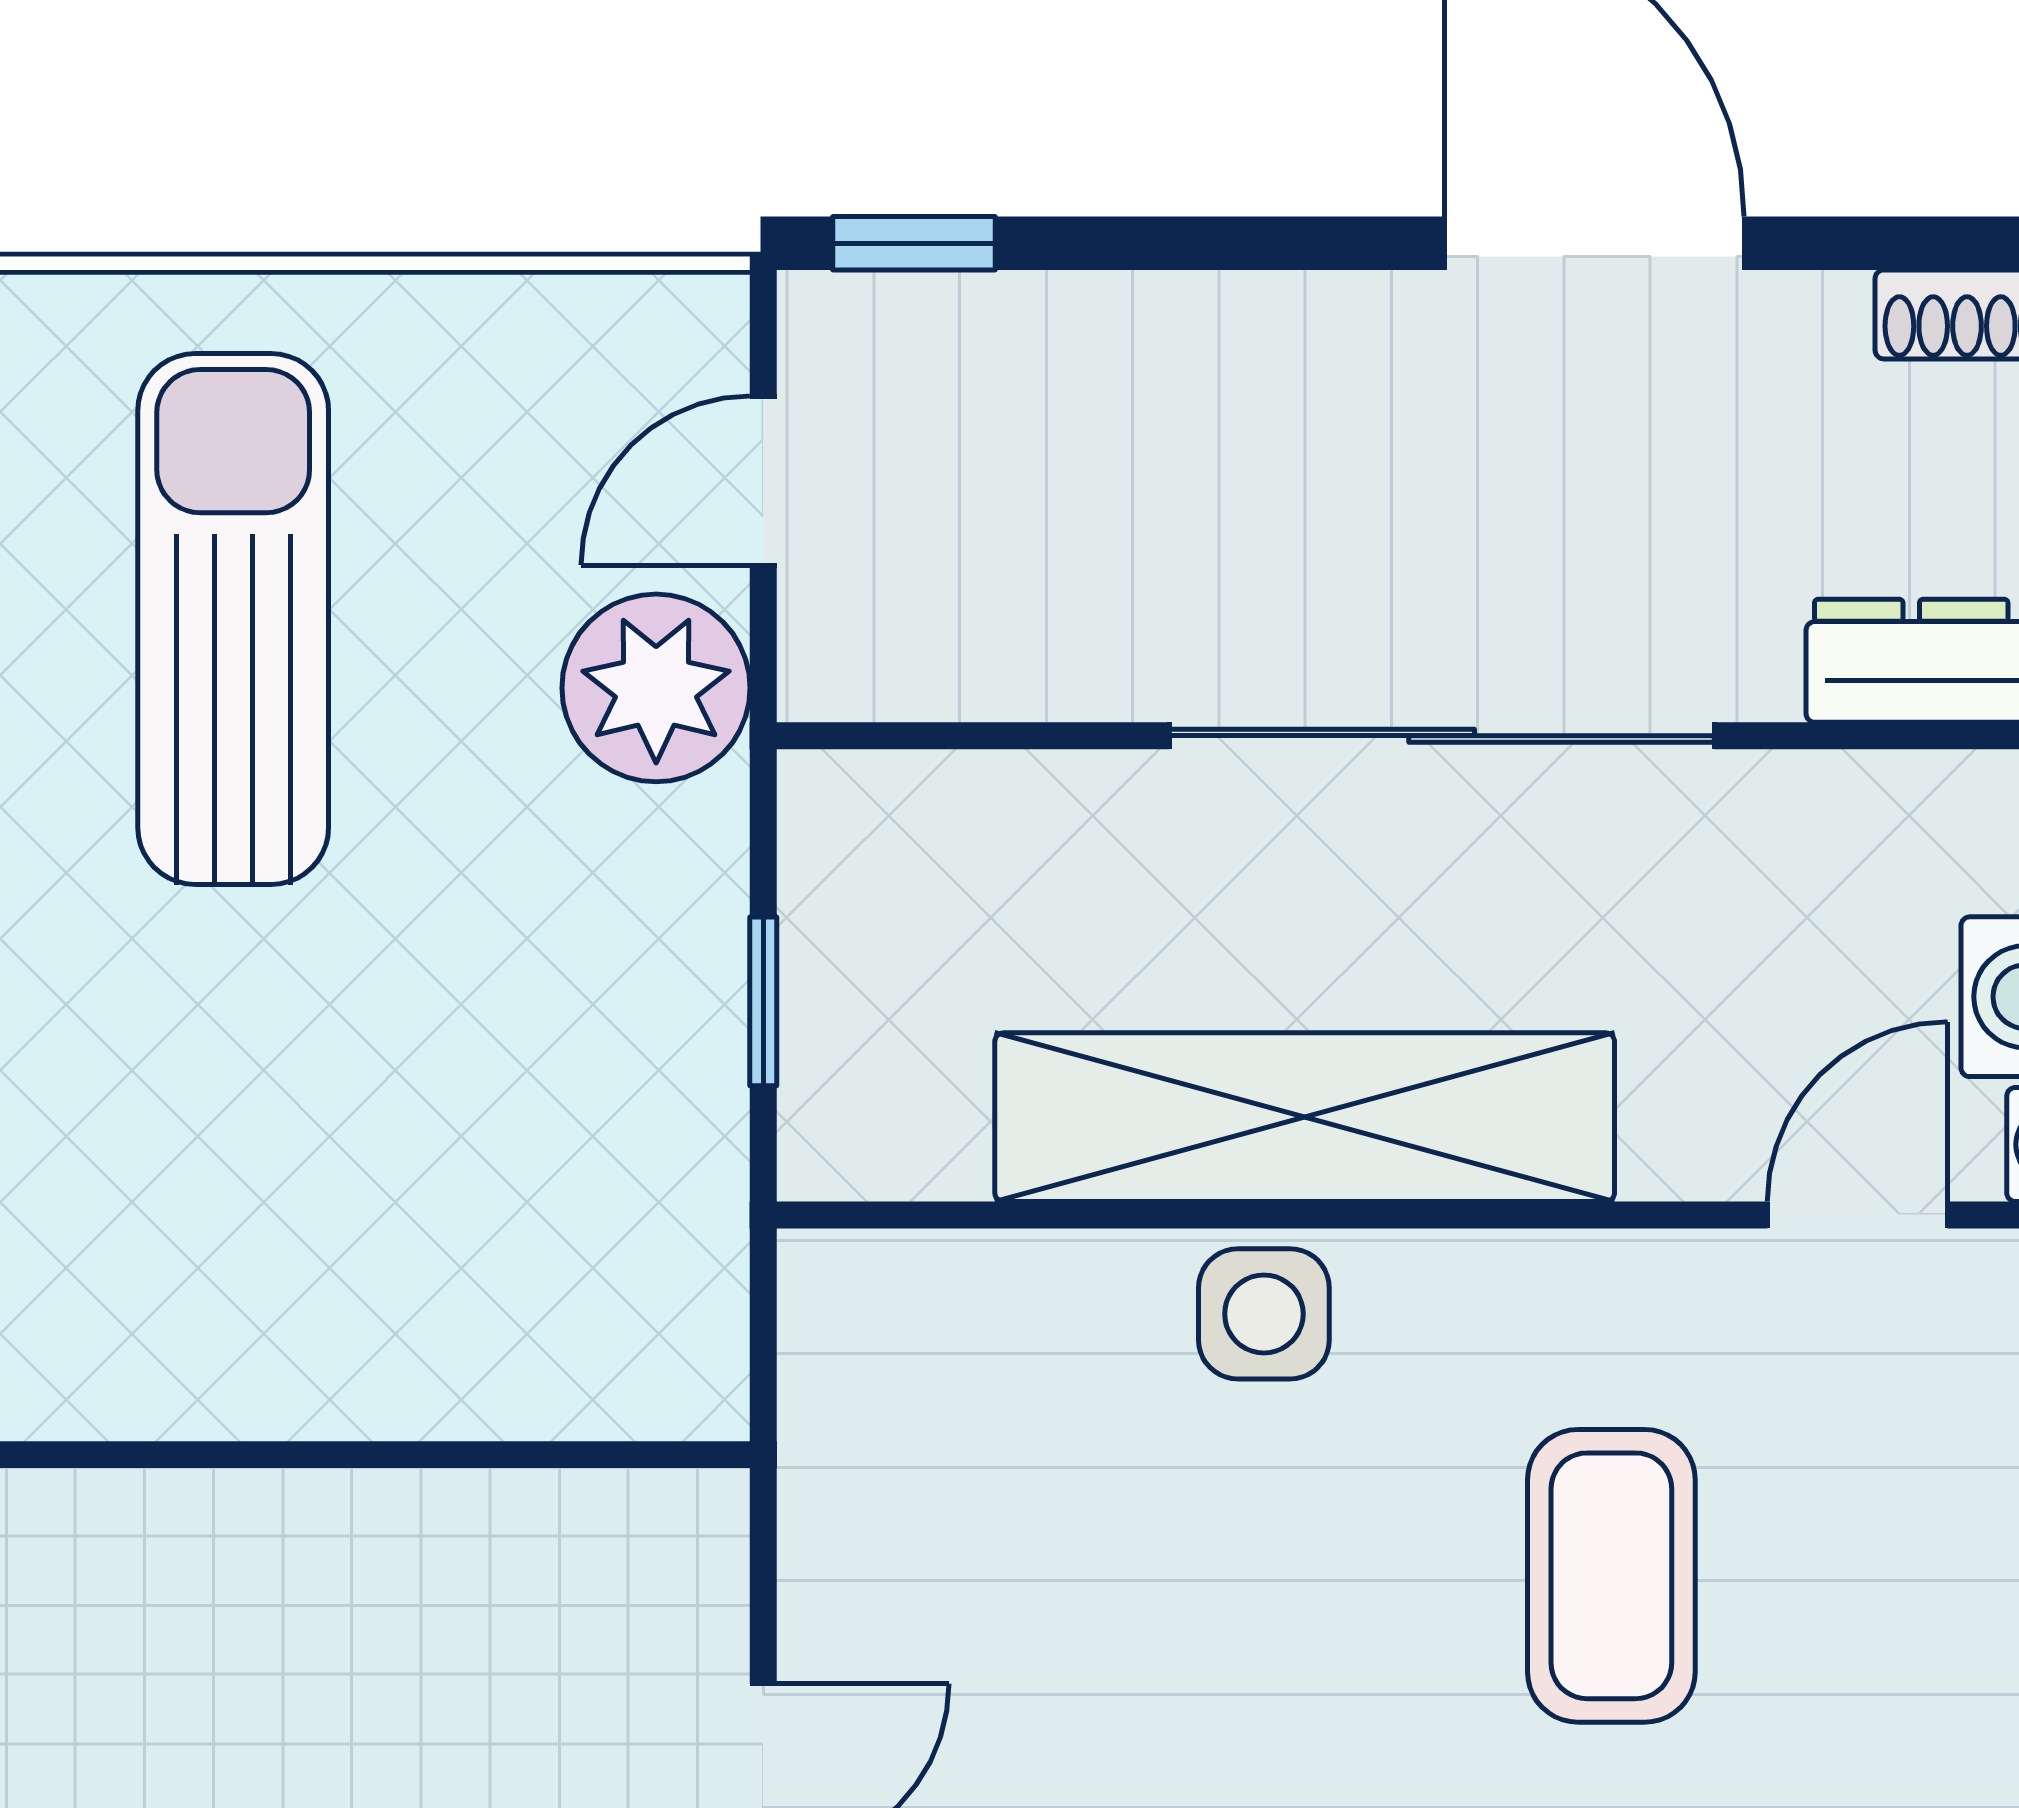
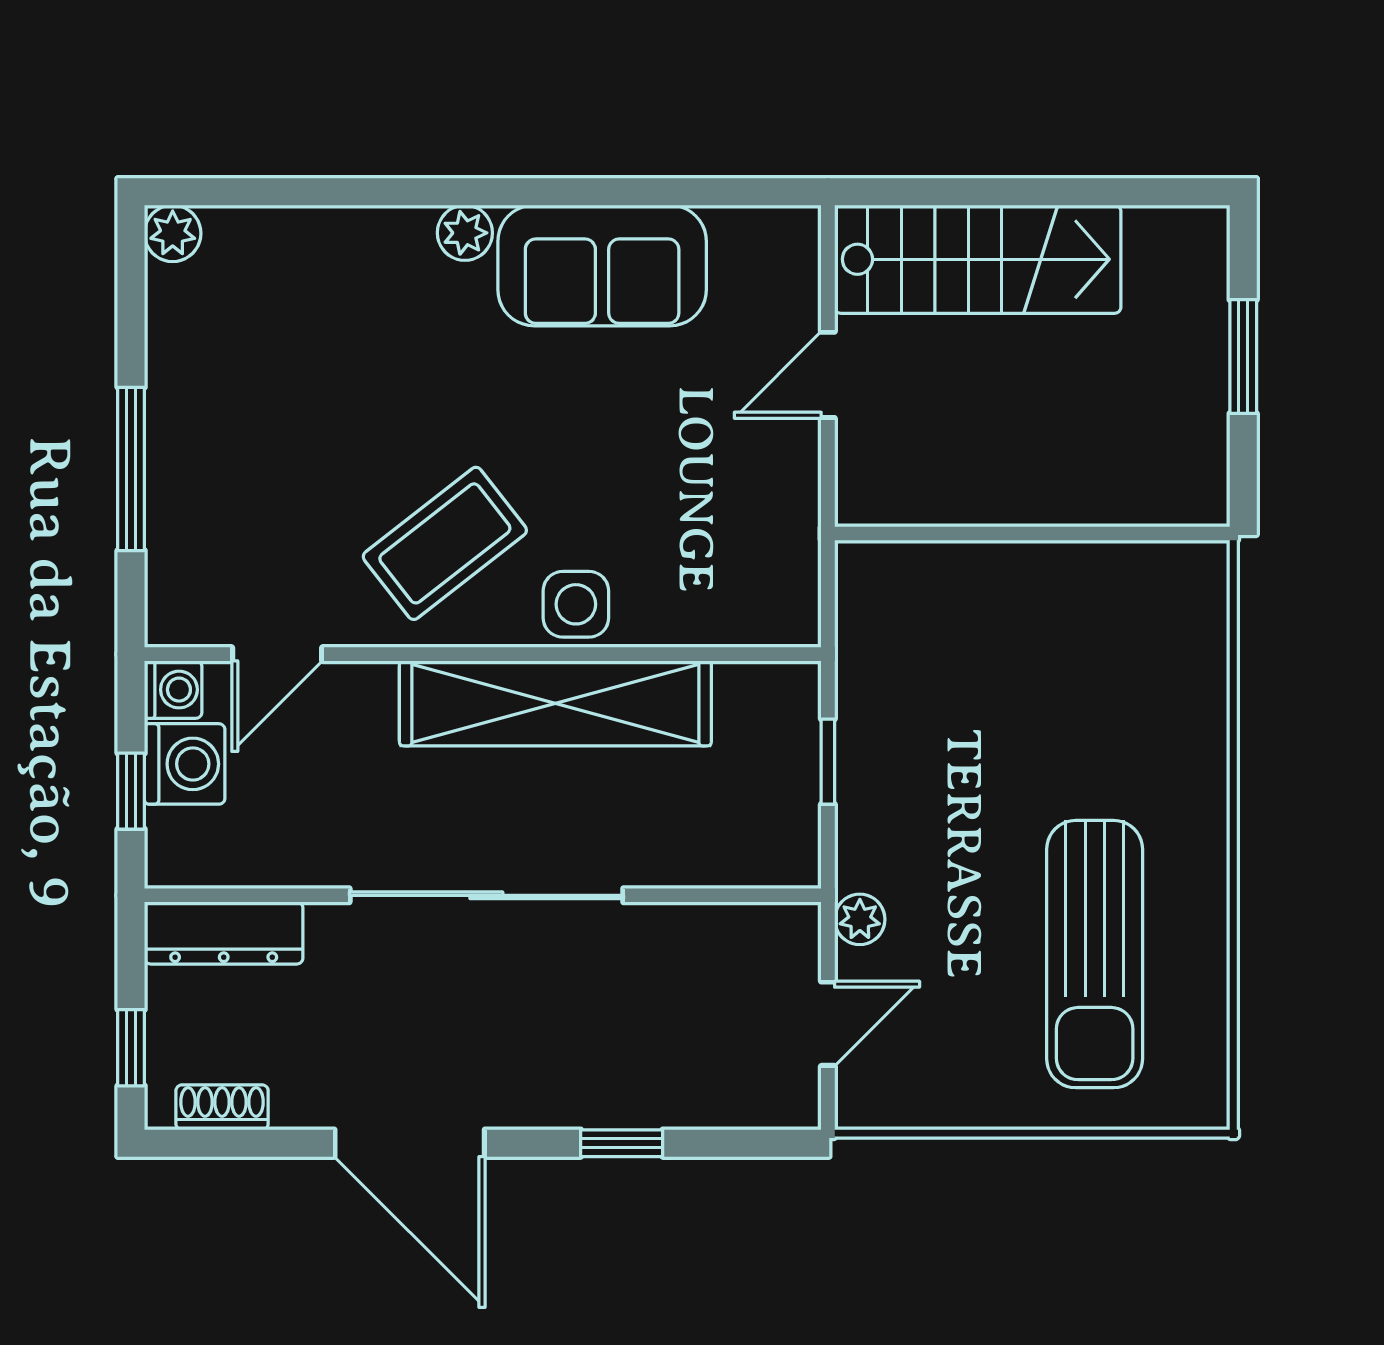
window: (914, 243) -> (622, 1143), moved
plant: (656, 688) -> (860, 919), width x0.53, depth x0.53
coffee table: (1611, 1576) -> (445, 543), moved, turned 52

